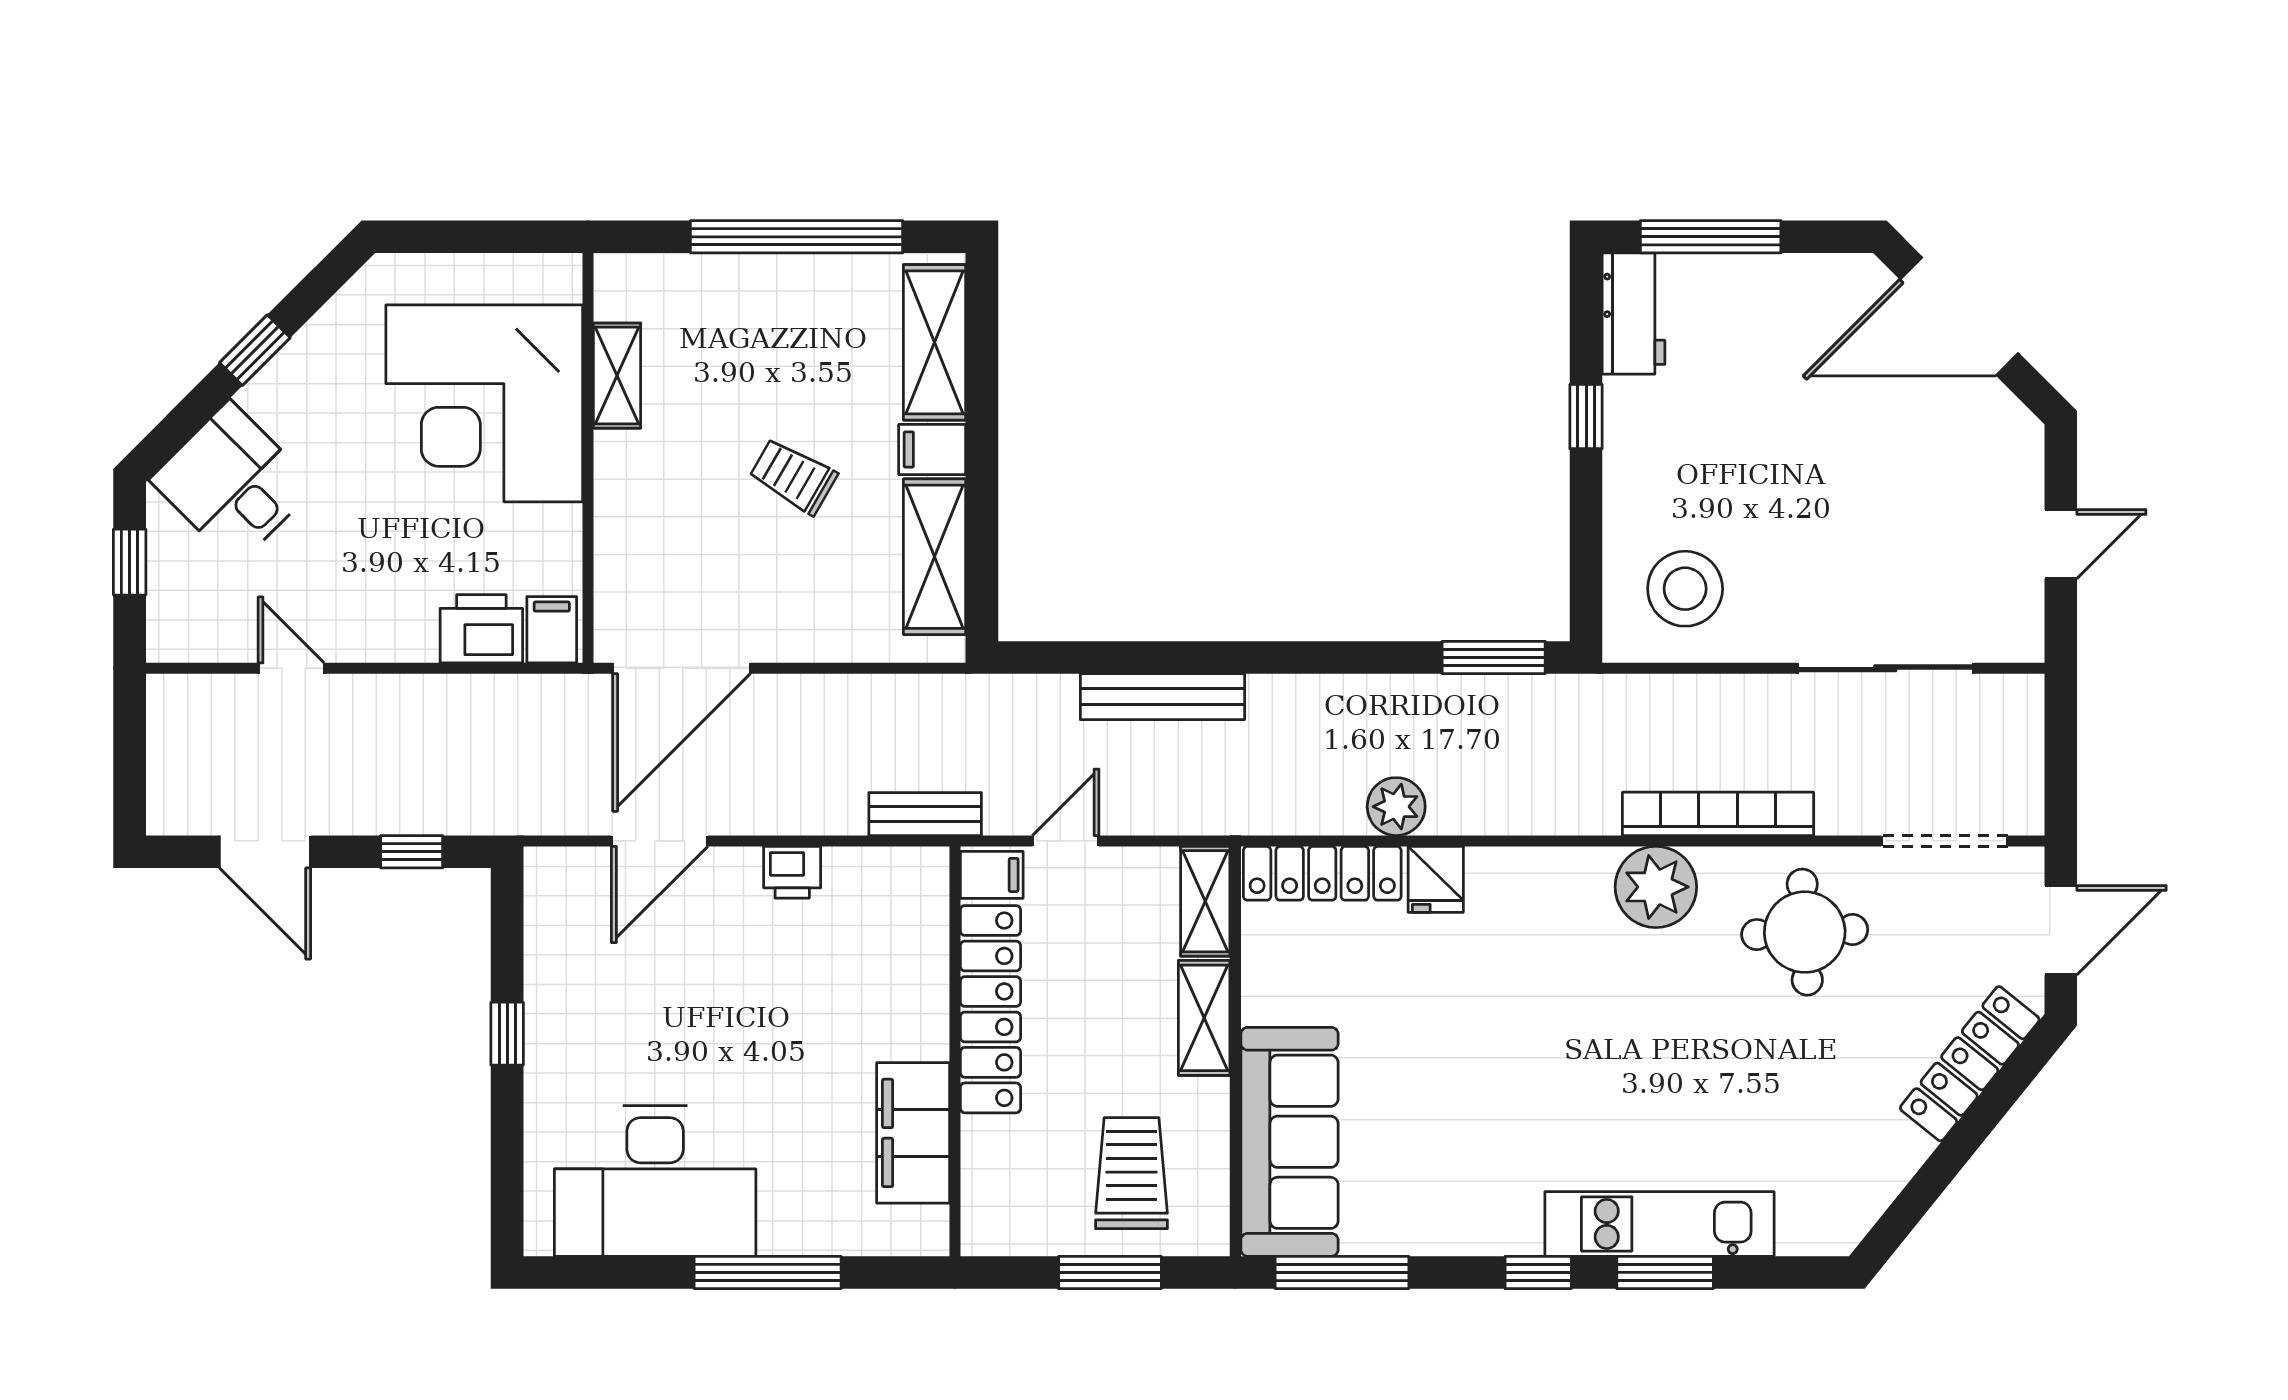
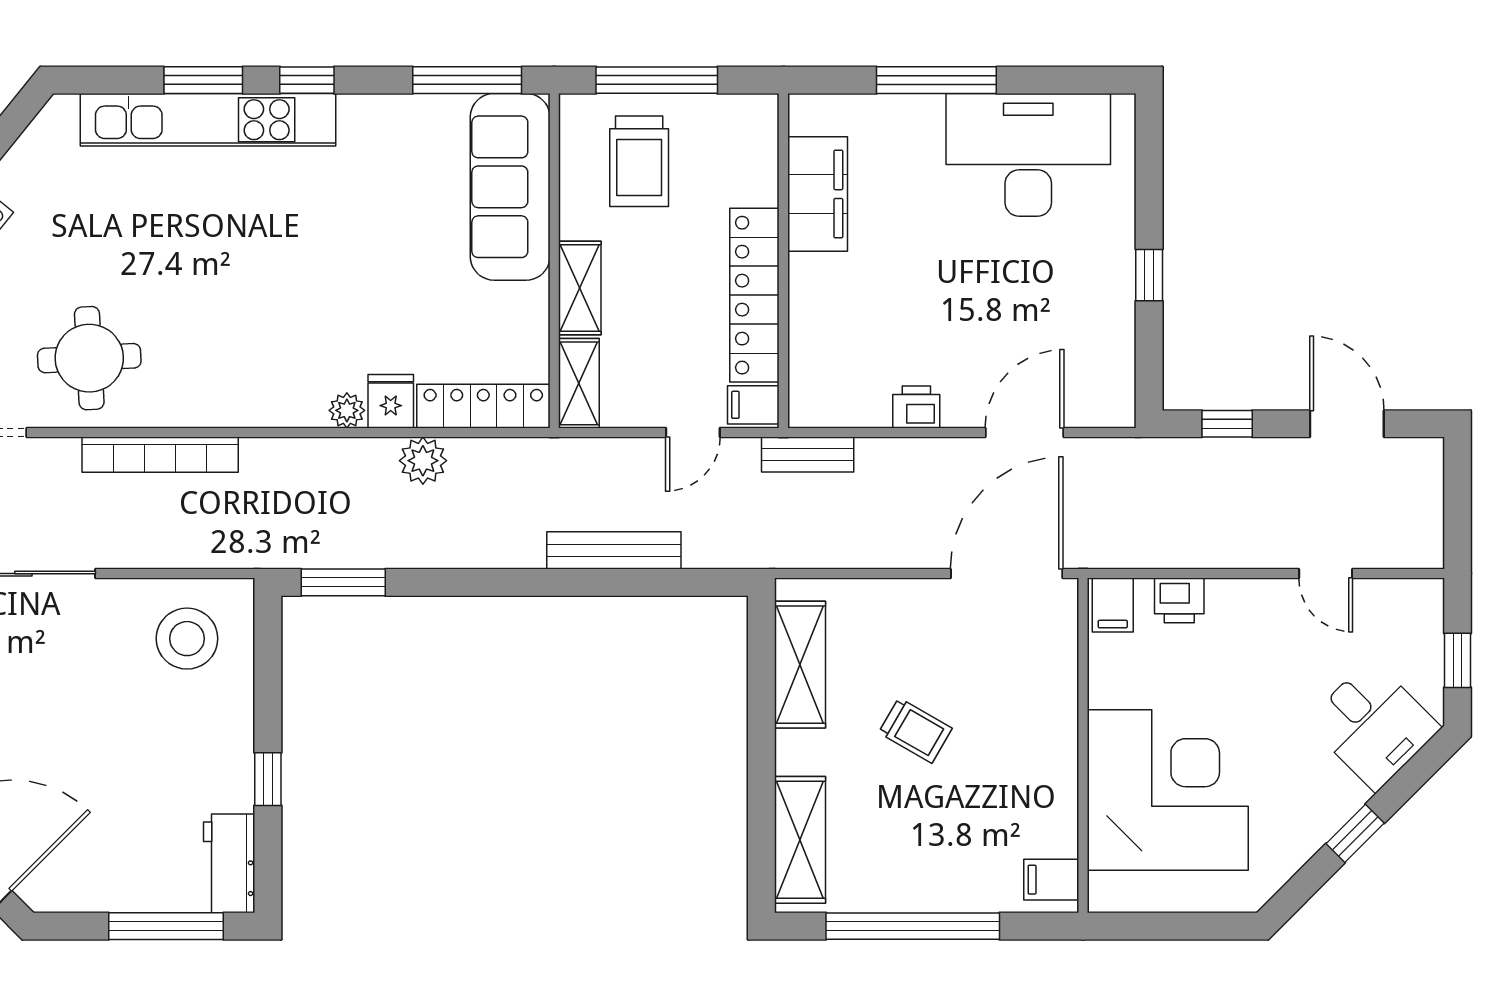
shelving: (617, 376) -> (1059, 813), removed
filing cabinet: (932, 450) -> (1051, 880), moved, turned 180
printer: (481, 629) -> (1179, 600), width x0.73, depth x0.81
plant: (1656, 887) -> (347, 410), moved, width x0.53, depth x0.53
kitchen unit: (1659, 1224) -> (208, 120), width x1.36
window: (1110, 1272) -> (657, 80), width x1.44

